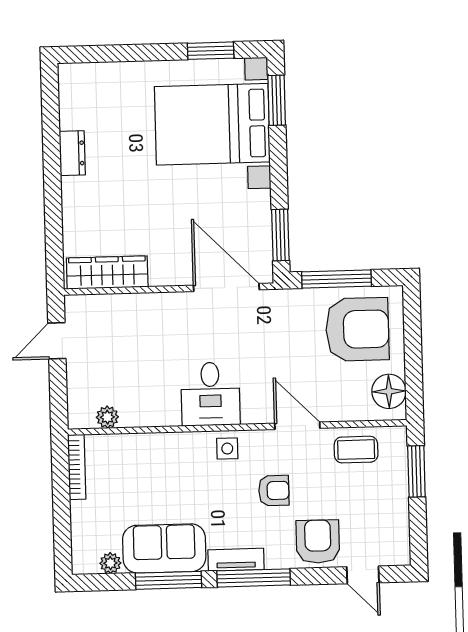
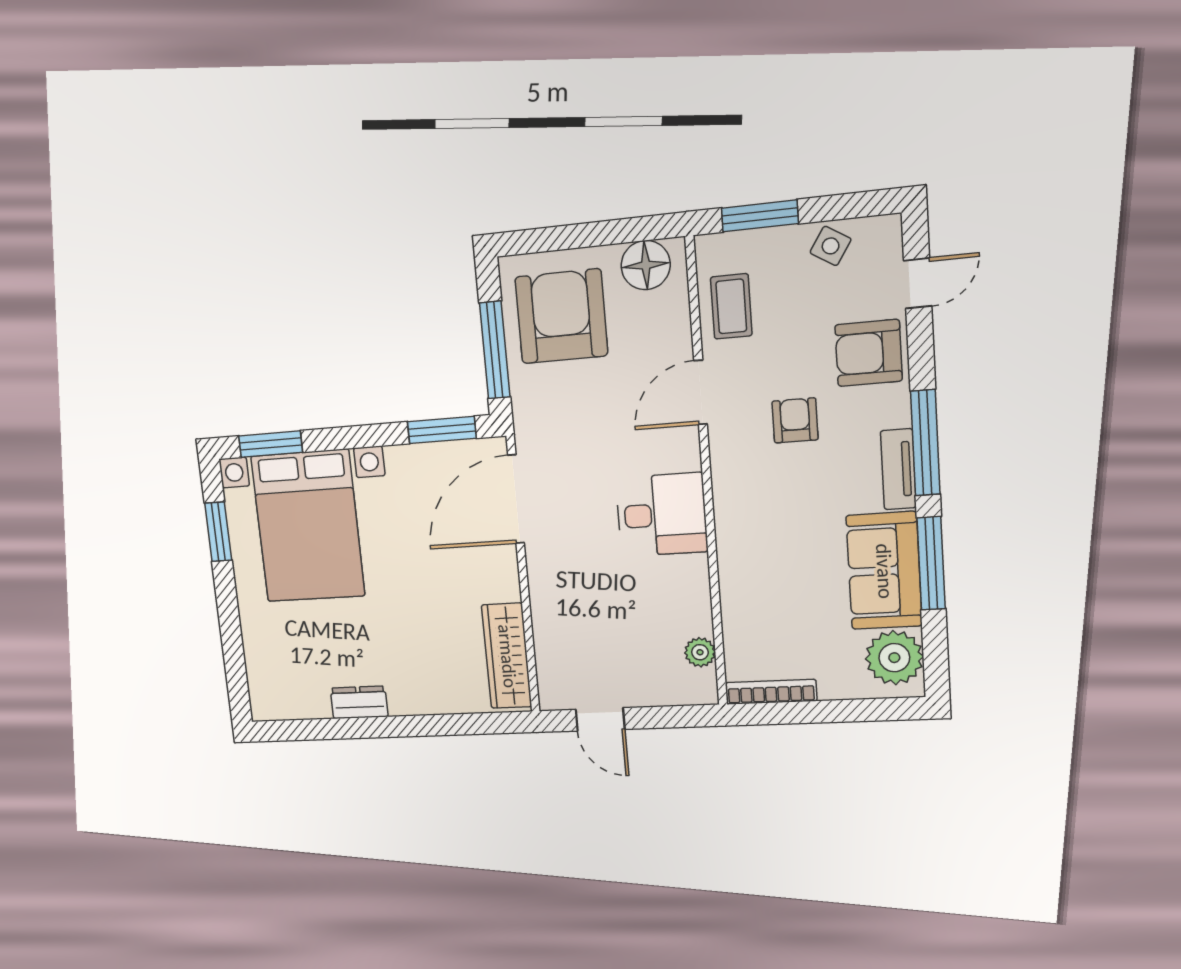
side table: (227, 449) -> (831, 246), moved, turned 32
plant: (110, 563) -> (894, 658), width x1.88, depth x1.88

